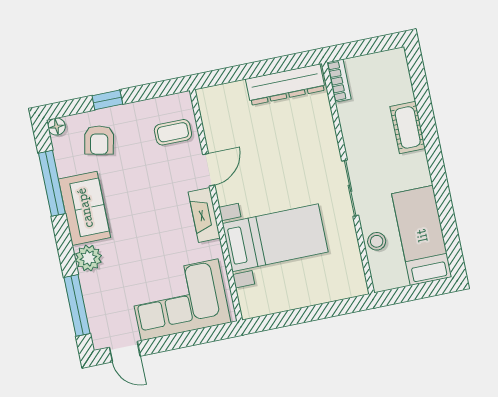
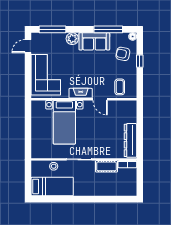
cot: (408, 127) -> (106, 166), moved

